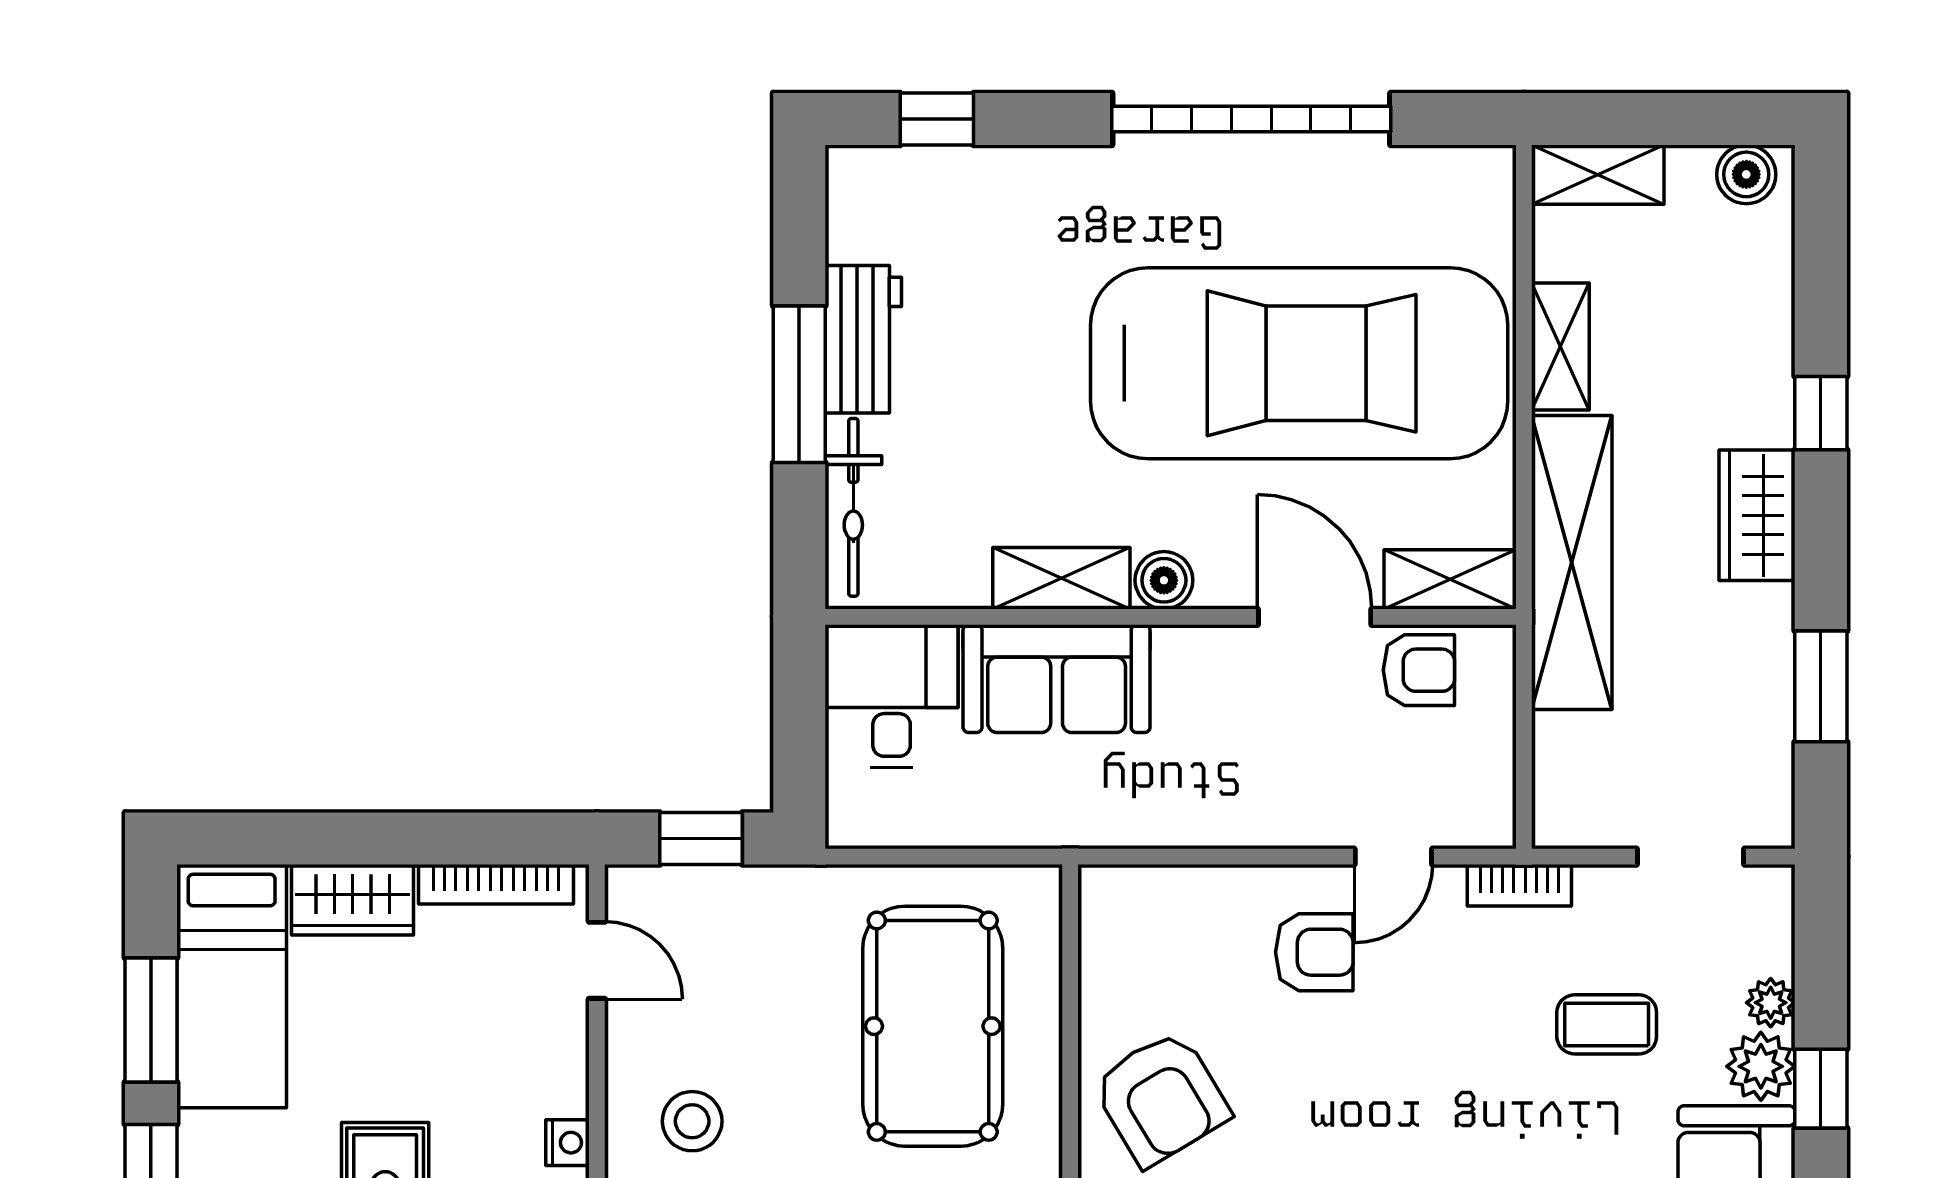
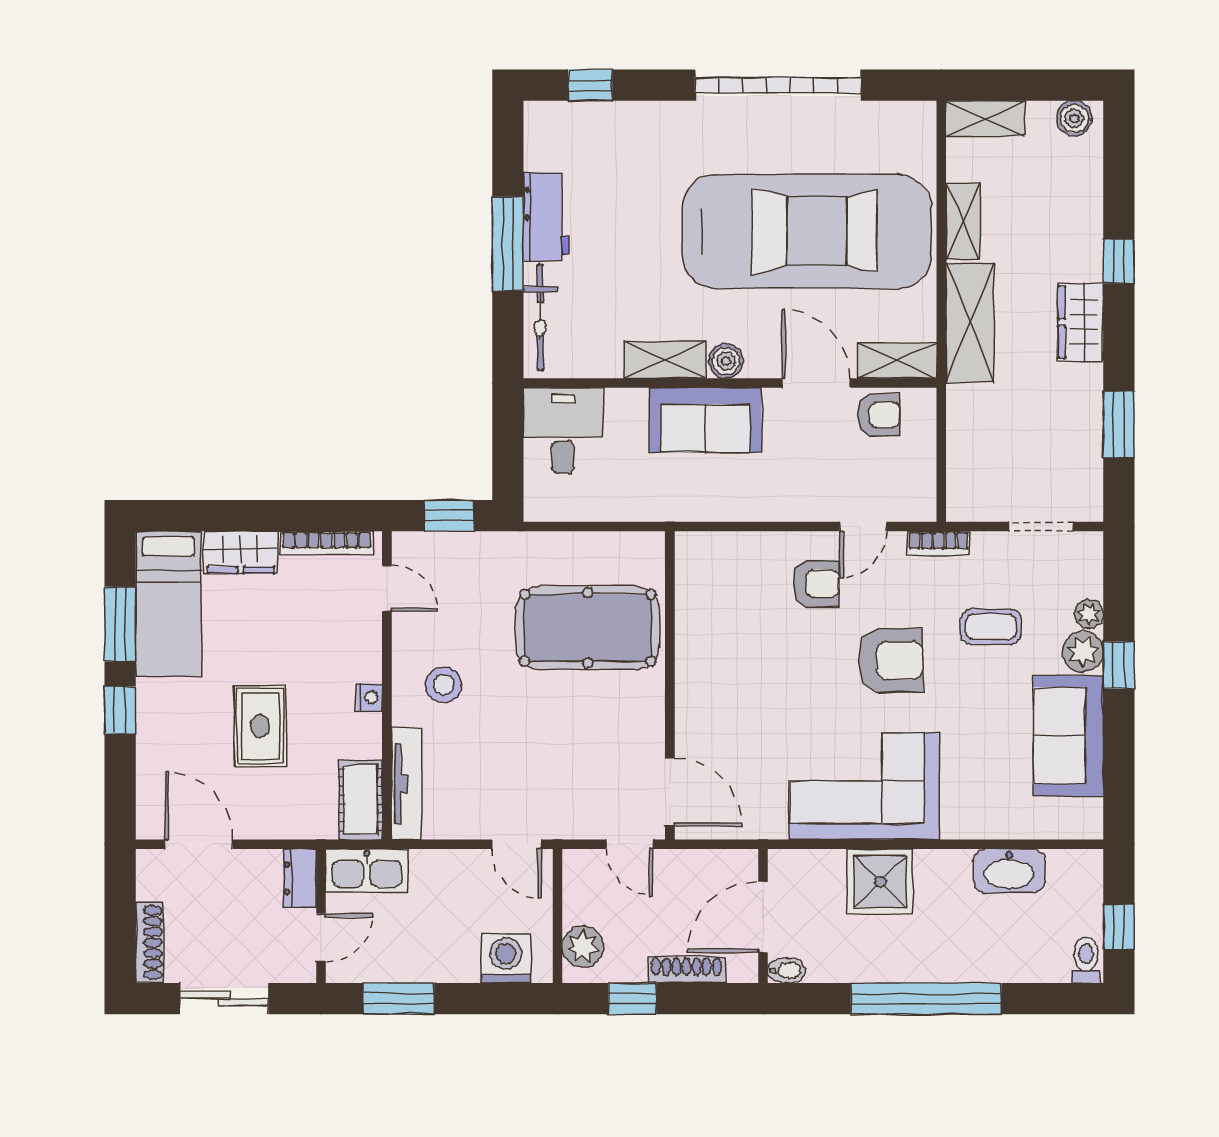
shelving: (1572, 563) -> (970, 323), width x0.68
sofa: (1057, 679) -> (705, 420), moved
pool table: (933, 1026) -> (588, 628), turned 90
armchair: (1161, 1098) -> (891, 660), moved, turned -59

